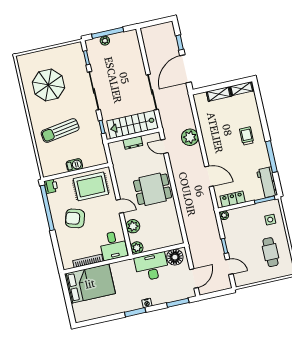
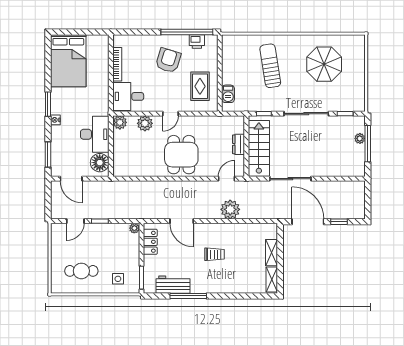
trolley: (247, 136) -> (215, 254), moved
barbecue: (74, 165) -> (228, 94), moved
door: (209, 176) -> (182, 221), hinge flipped
workbench: (267, 182) -> (173, 285), moved
printer: (51, 186) -> (197, 41), moved
rug: (91, 186) -> (200, 86), width x0.73, depth x0.70
bed: (90, 284) -> (68, 61), moved

